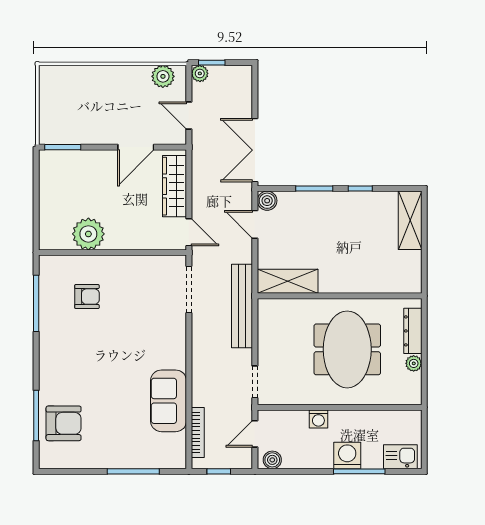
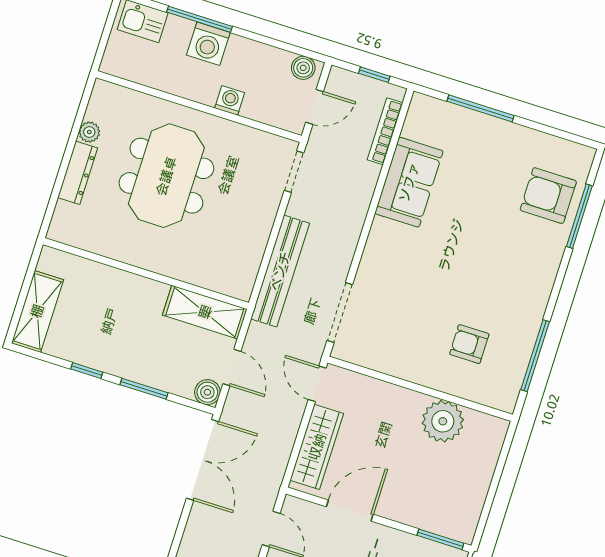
shelving: (288, 281) -> (205, 312), moved
wall: (340, 296) -> (146, 273), moved

